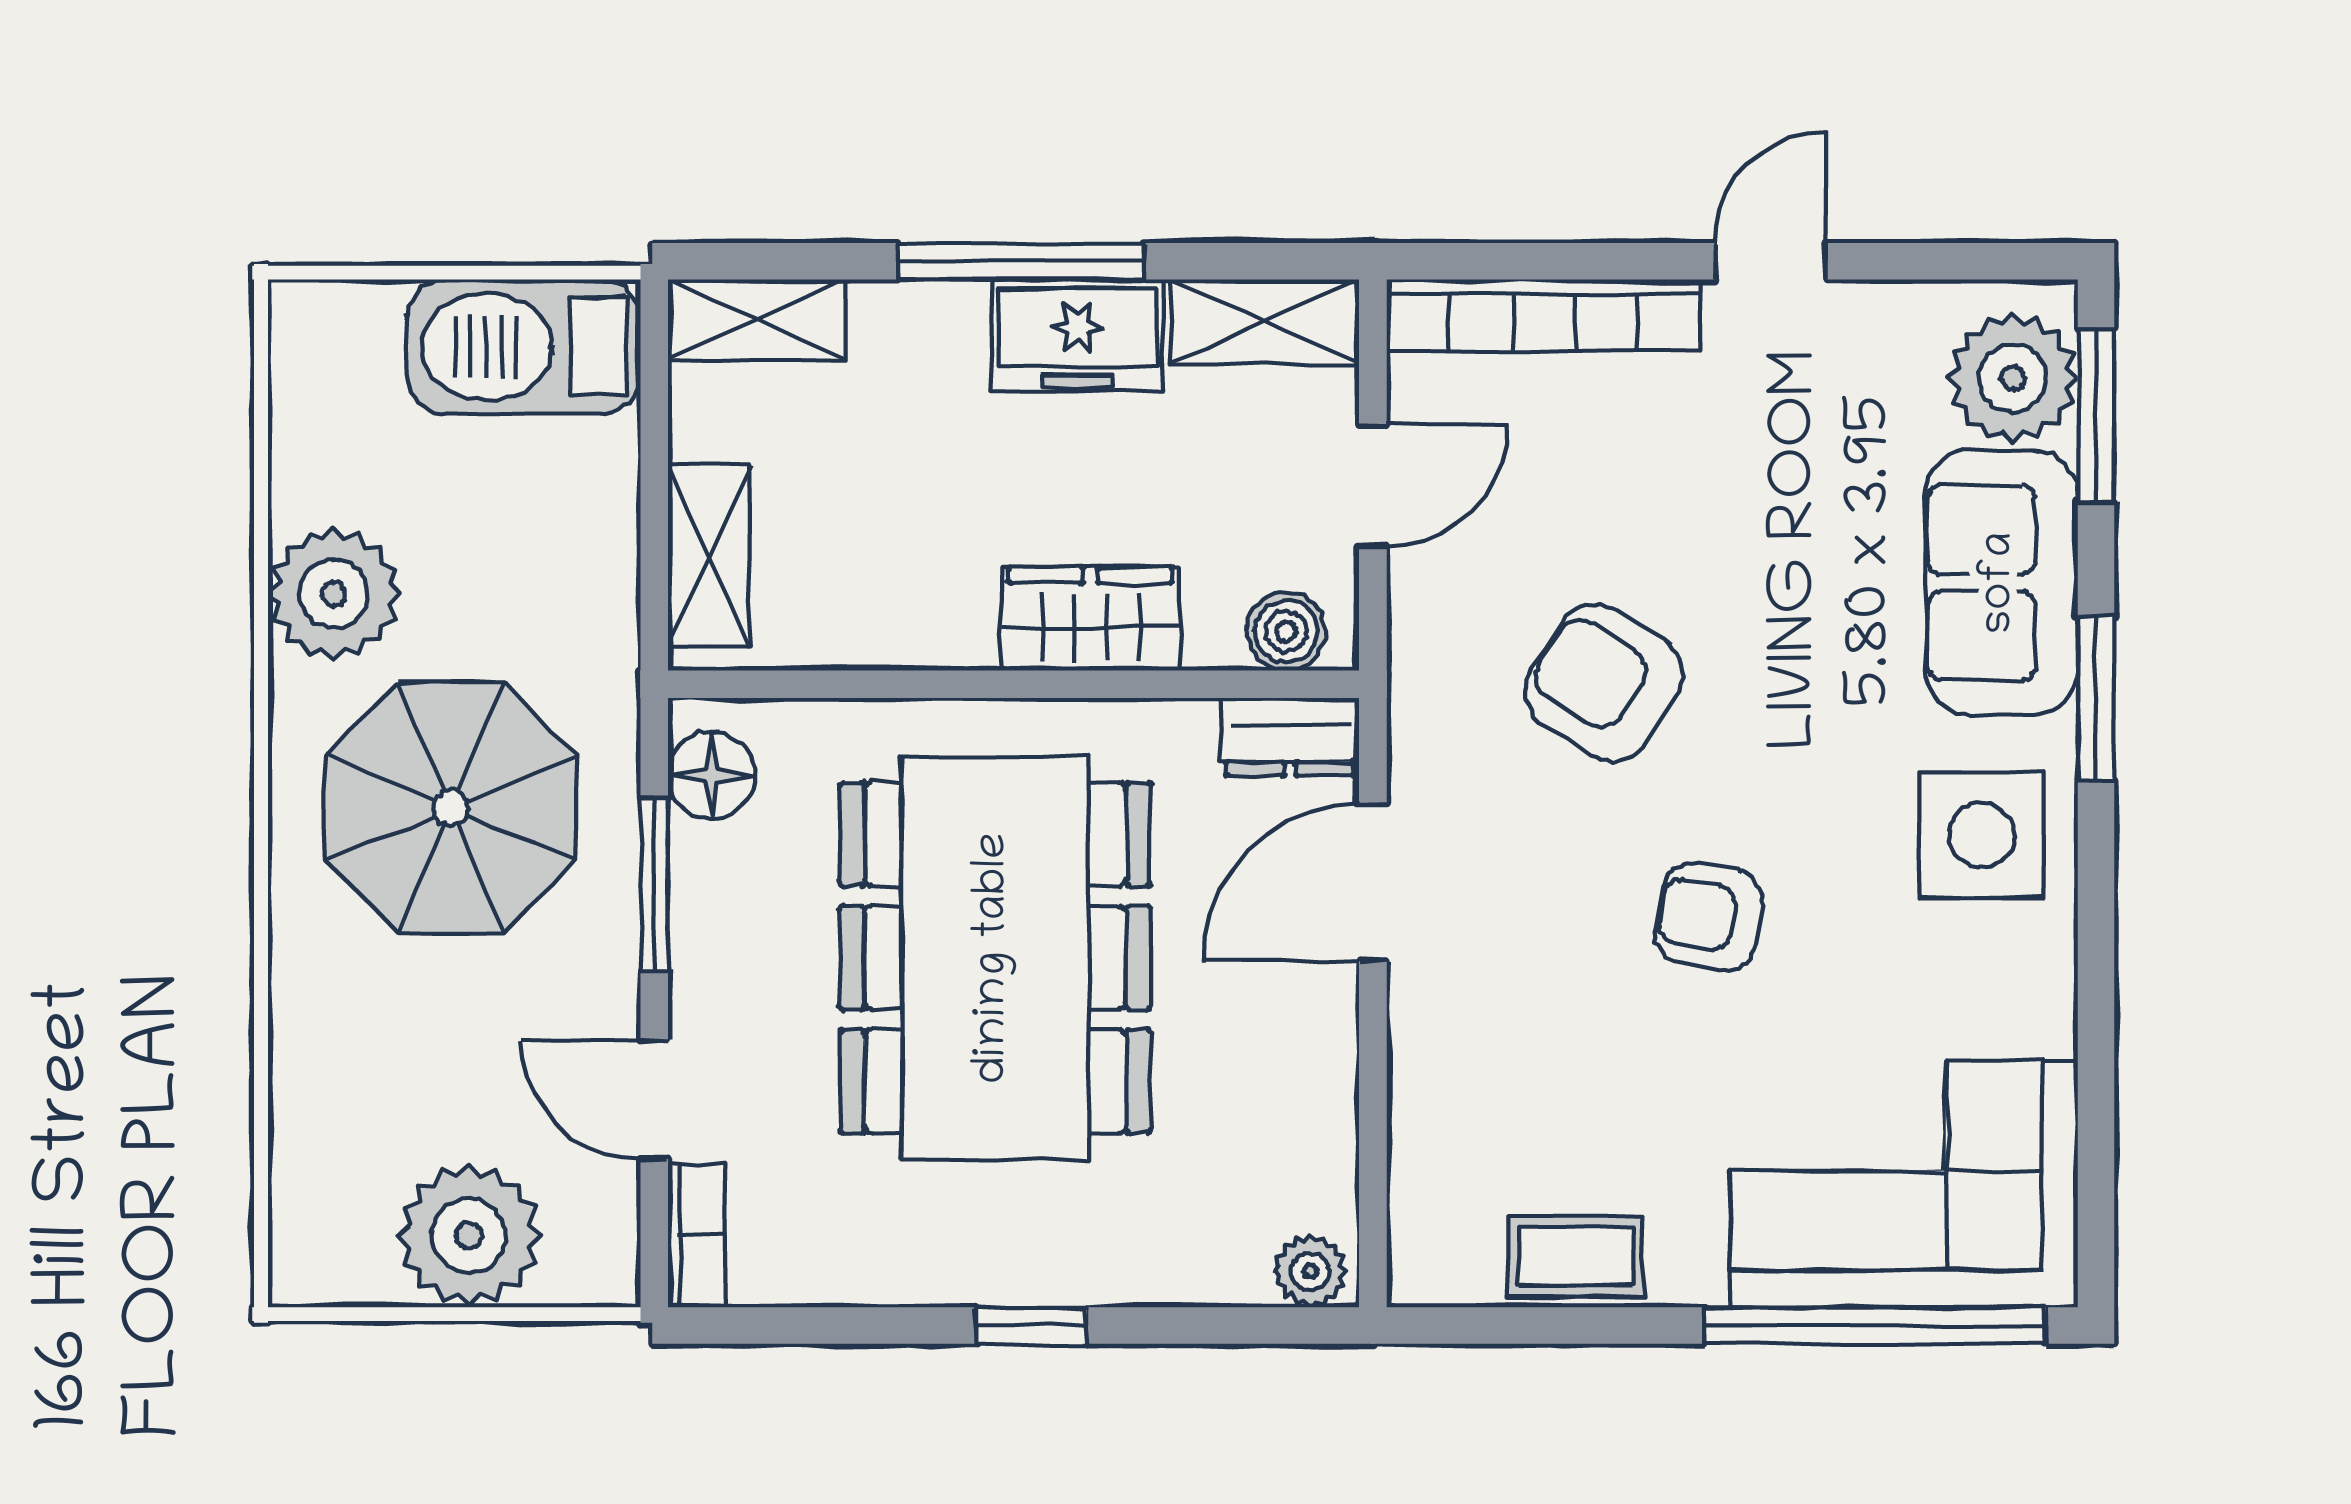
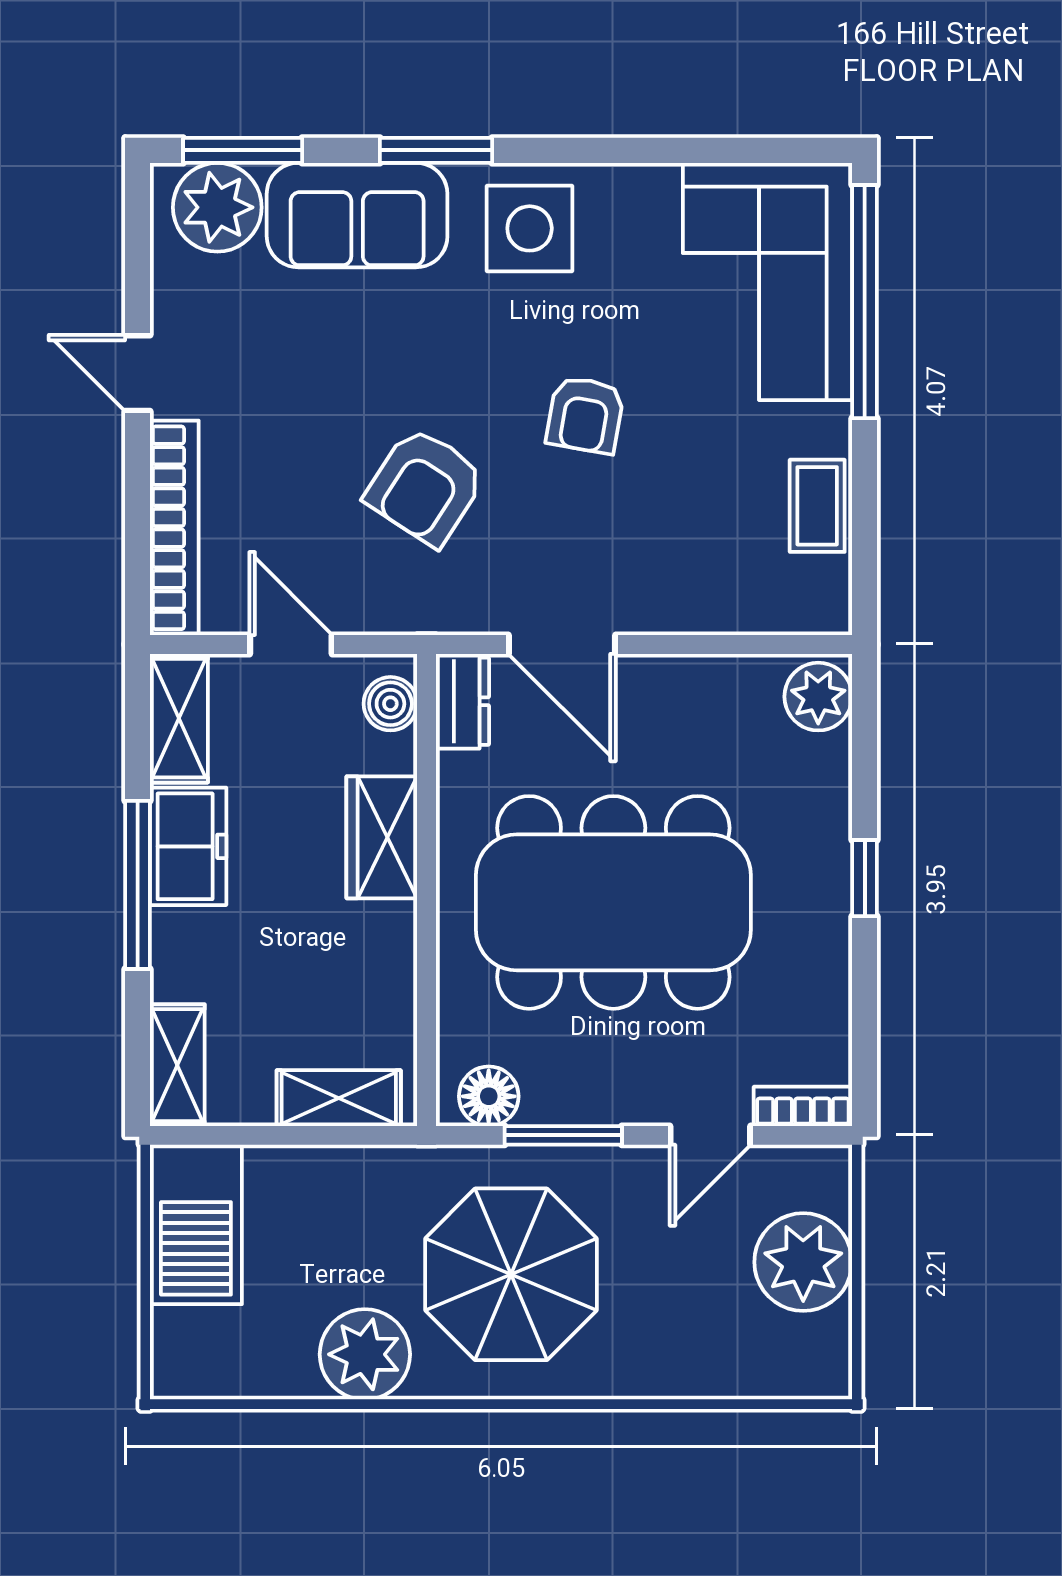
plant: (1310, 1271) -> (818, 697), width x1.38, depth x1.38

